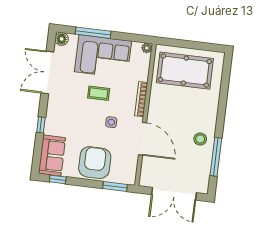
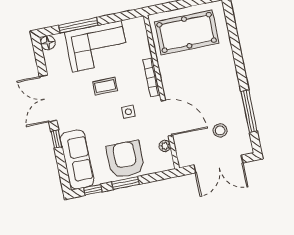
plant: (147, 48) -> (165, 146), moved
double door: (47, 72) -> (48, 98), moved
stool: (200, 139) -> (220, 130), moved
sofa: (52, 156) -> (77, 159), width x1.36
window: (115, 186) -> (126, 183), moved

